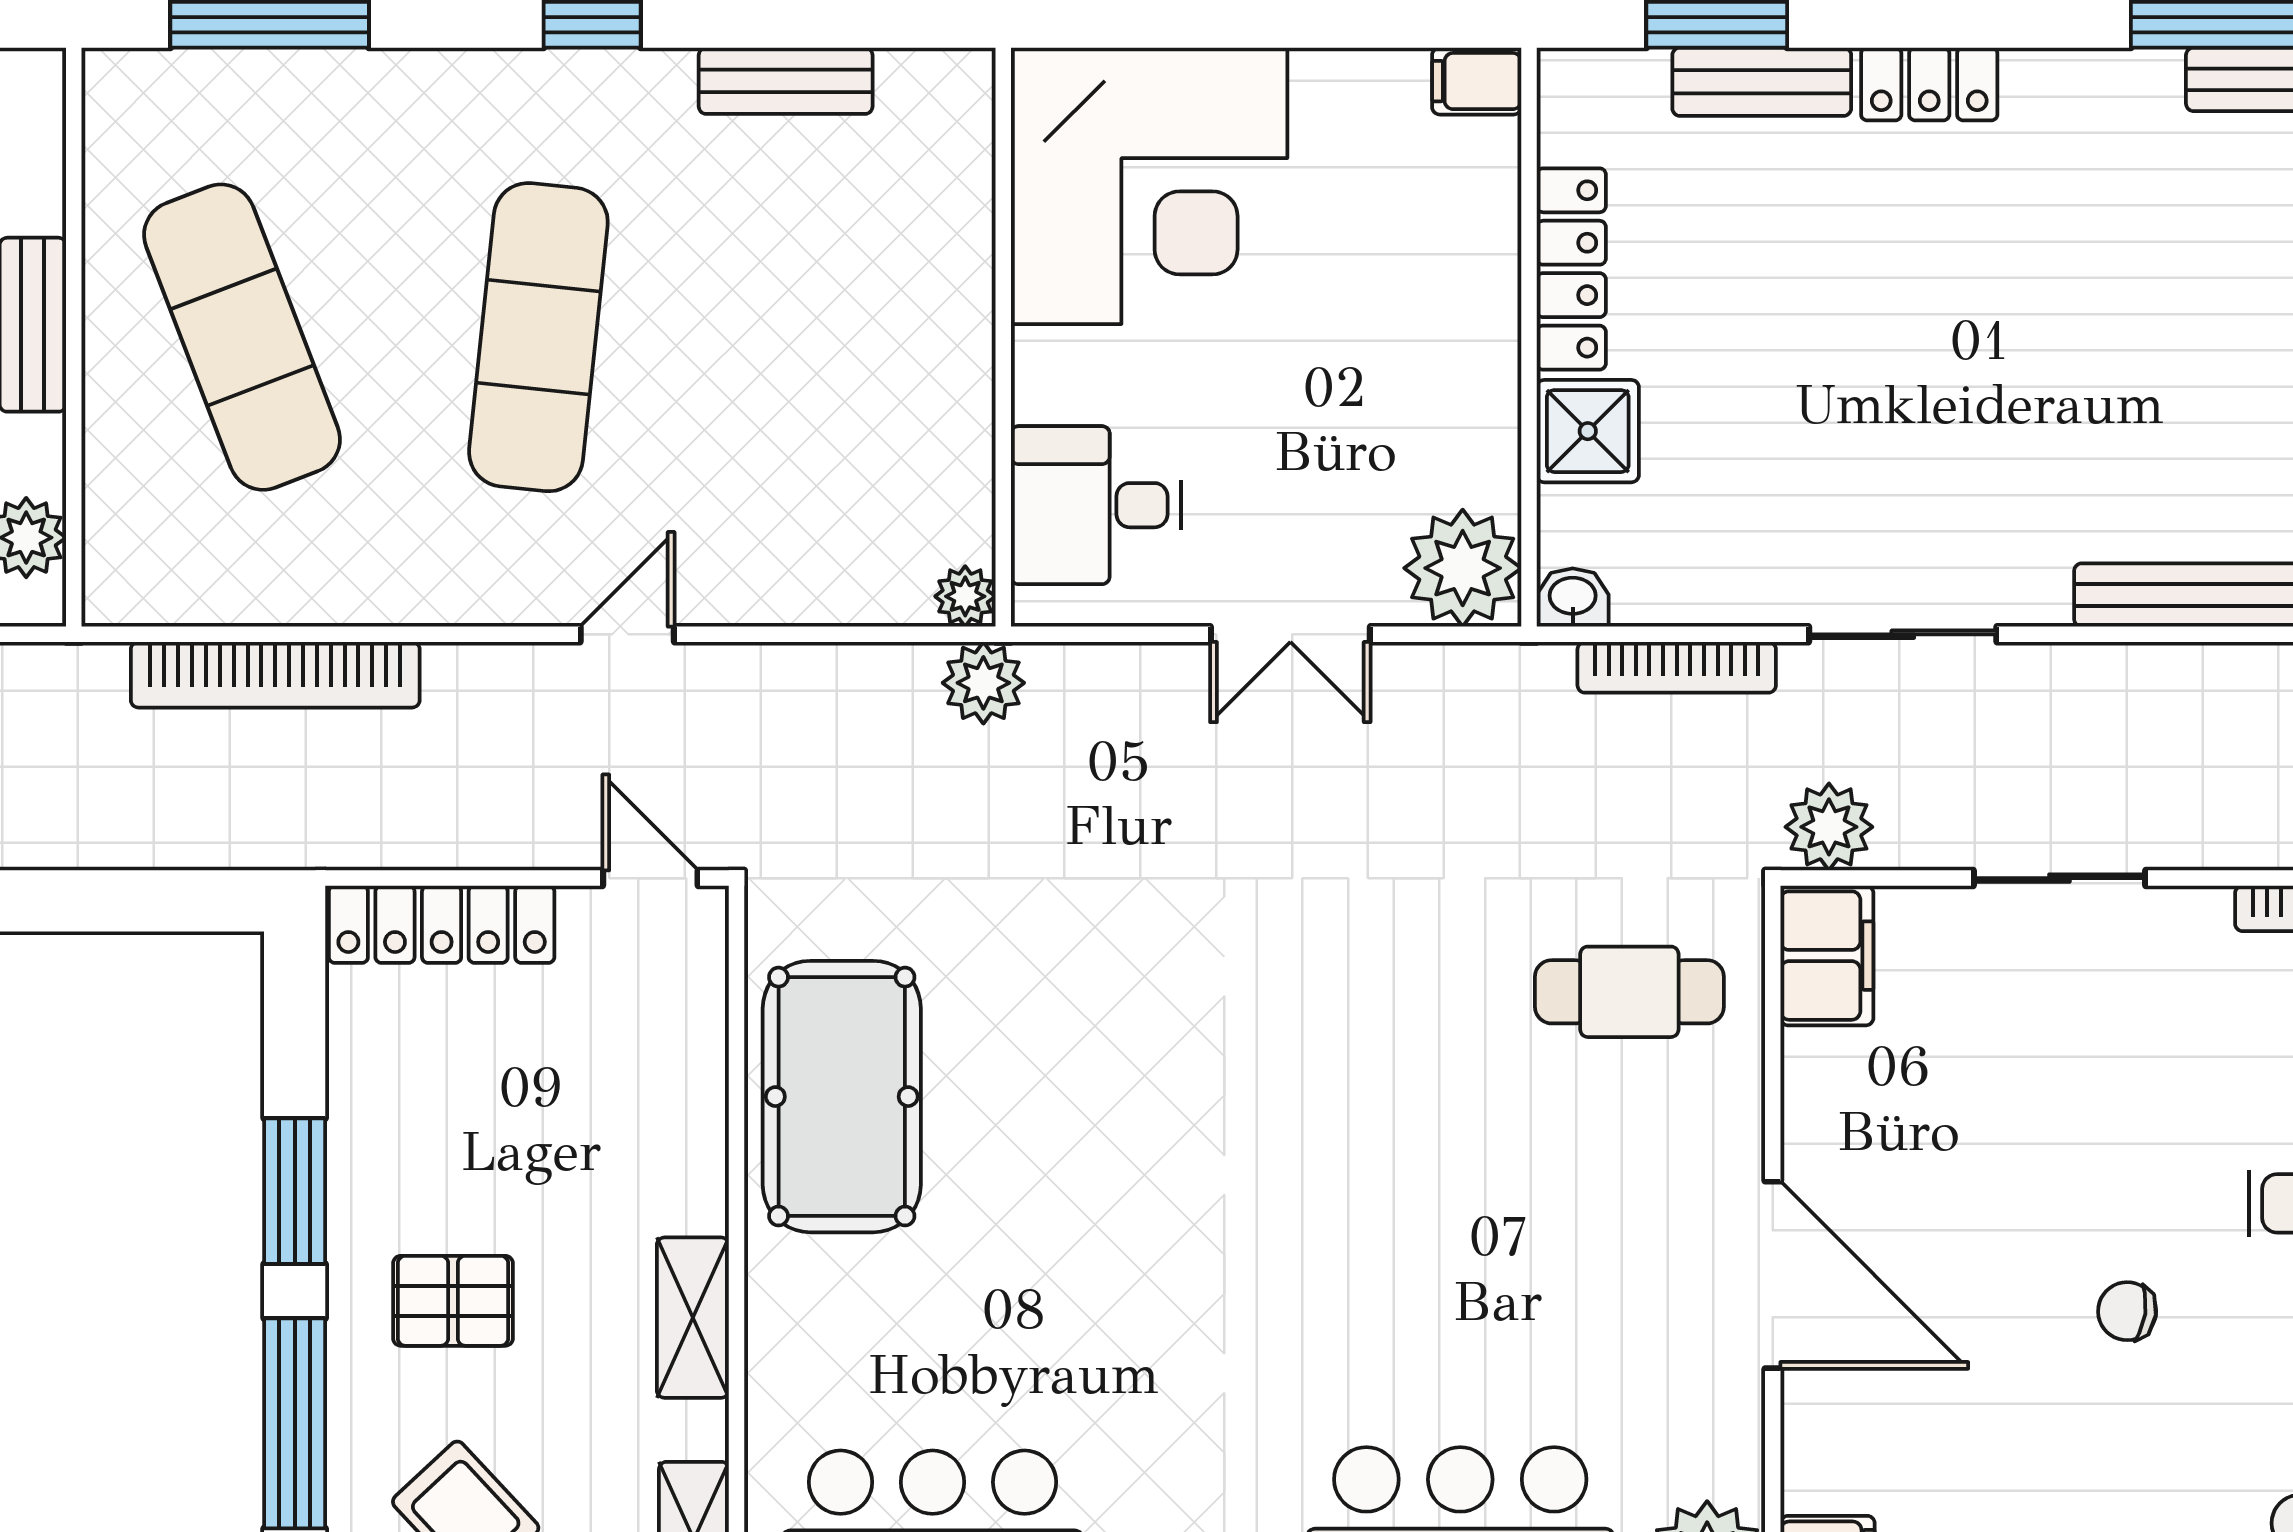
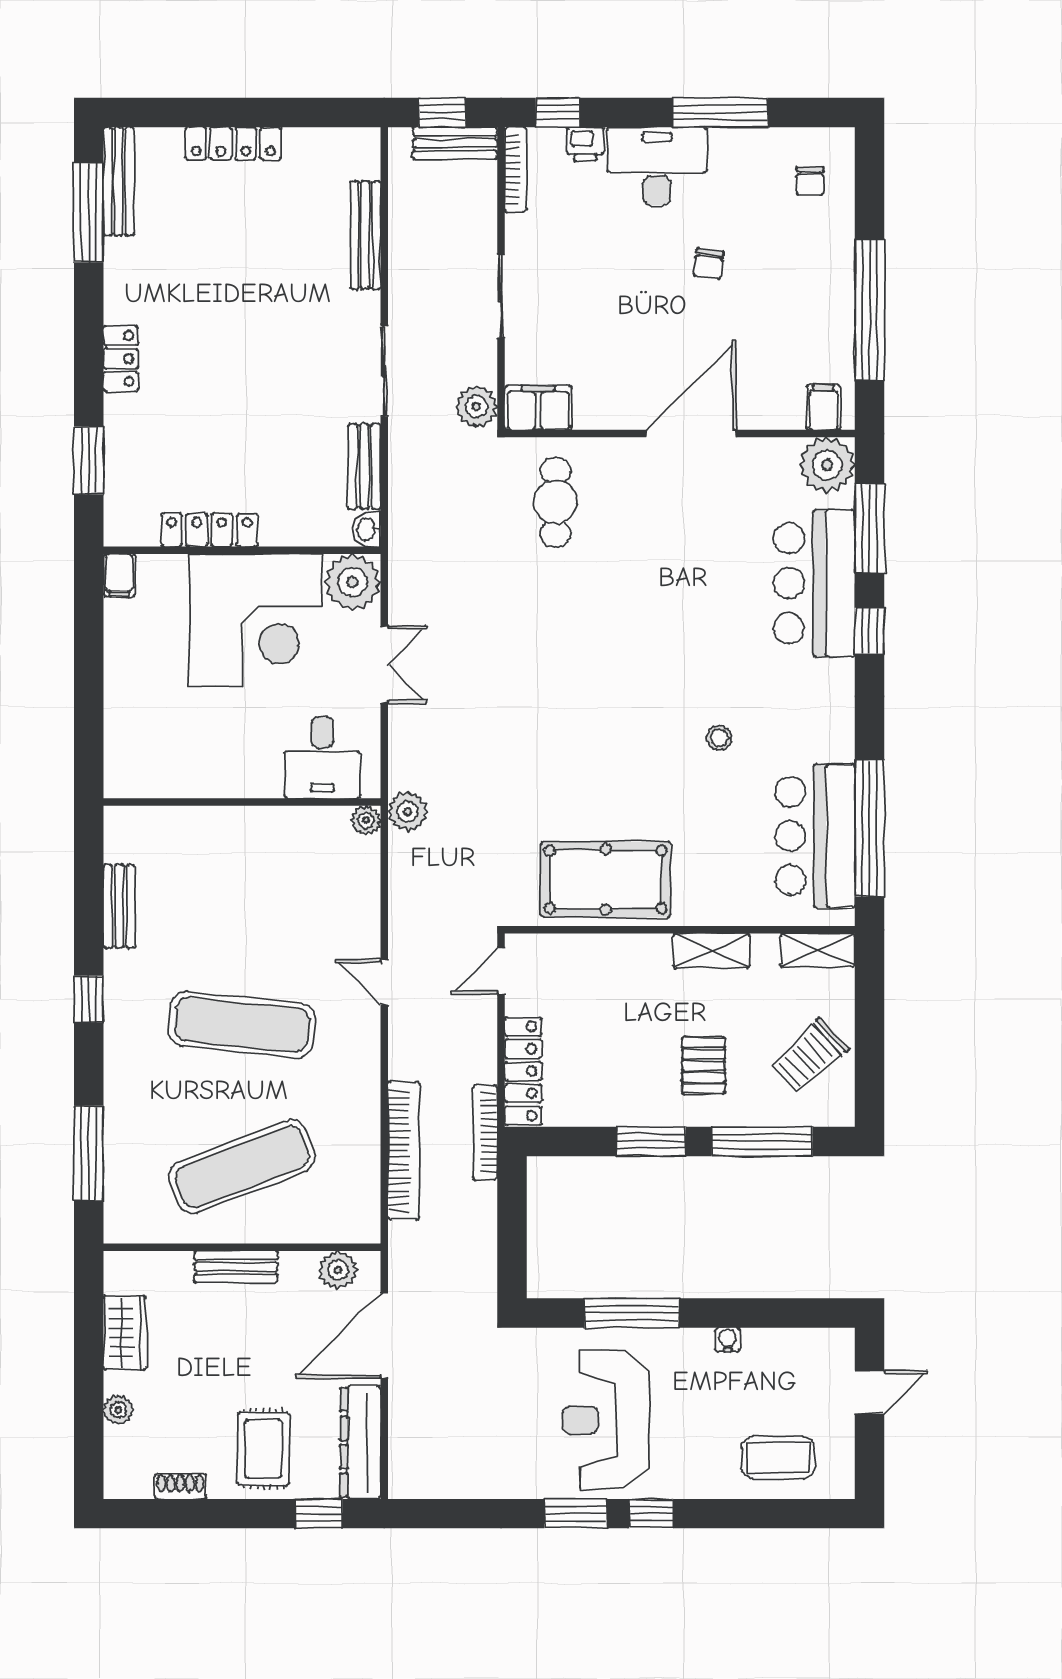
bench: (1762, 82) -> (364, 466), moved
corner desk: (1149, 186) -> (255, 620), moved, turned 90
shower: (1588, 431) -> (287, 522), removed
bookcase: (1677, 667) -> (485, 1132), moved, turned 180
stool: (1137, 1333) -> (719, 738), added

